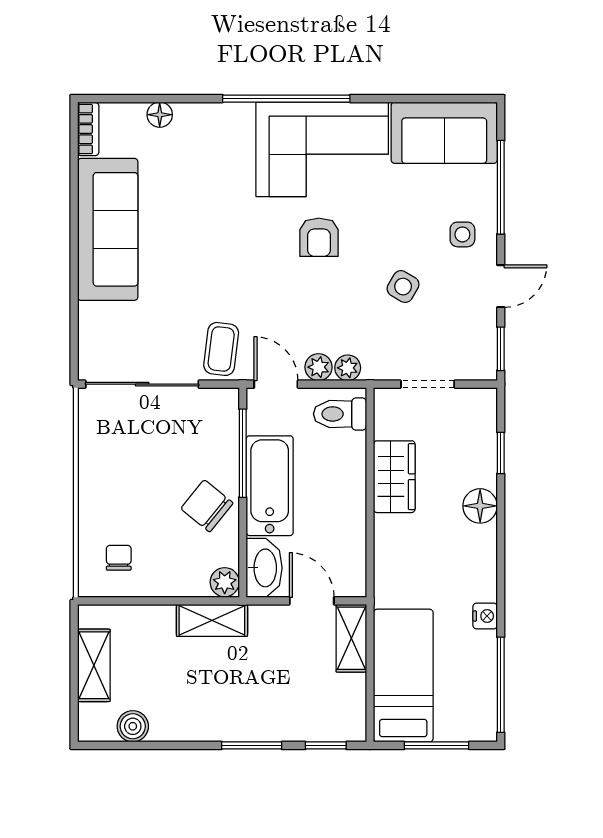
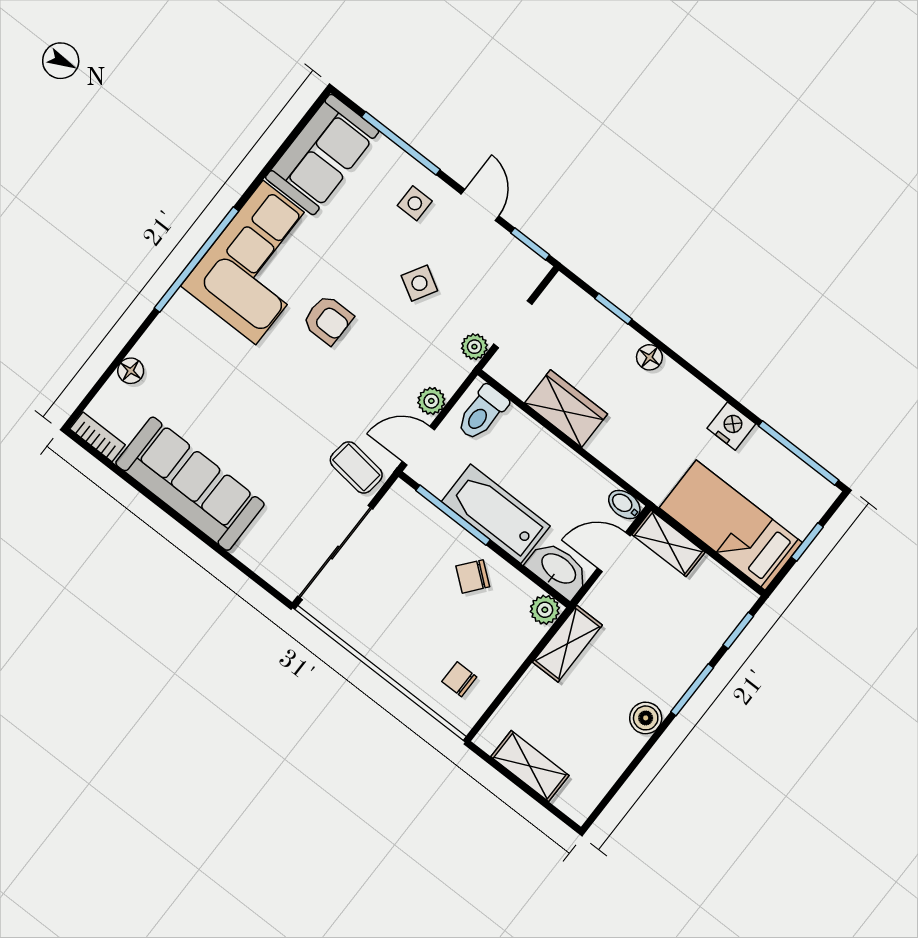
plant: (348, 368) -> (474, 347), moved
chair: (207, 506) -> (473, 576), width x0.73, depth x0.73
floor lamp: (480, 506) -> (649, 357), width x0.73, depth x0.73
bidet: (355, 580) -> (624, 505), added
nightstand: (485, 616) -> (731, 426), width x1.39, depth x1.35
boiler: (133, 726) -> (646, 718), moved
window: (436, 745) -> (807, 542), width x0.67

